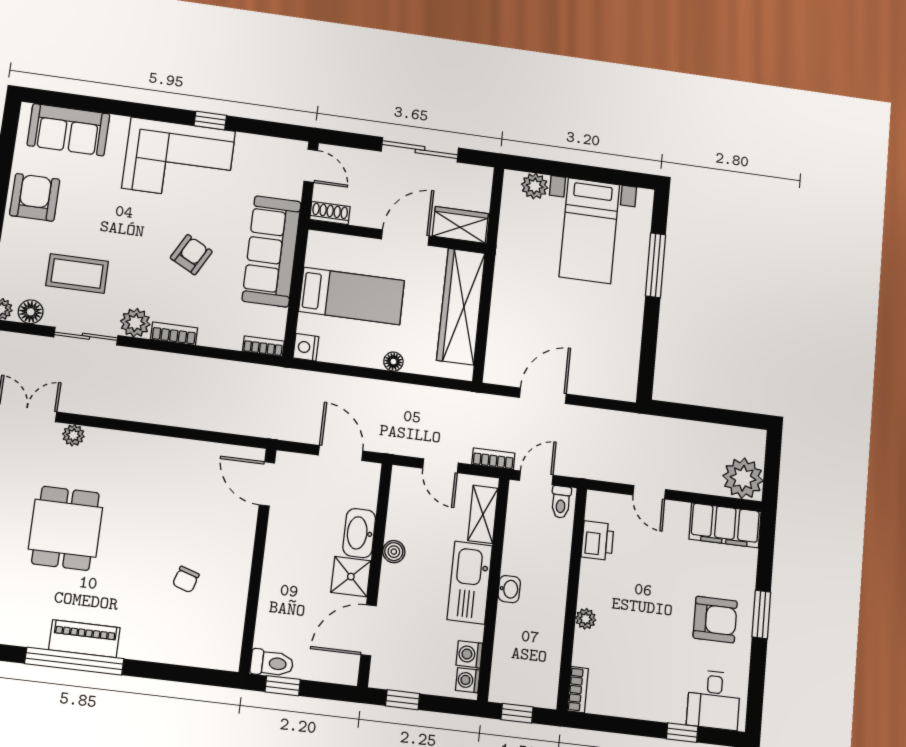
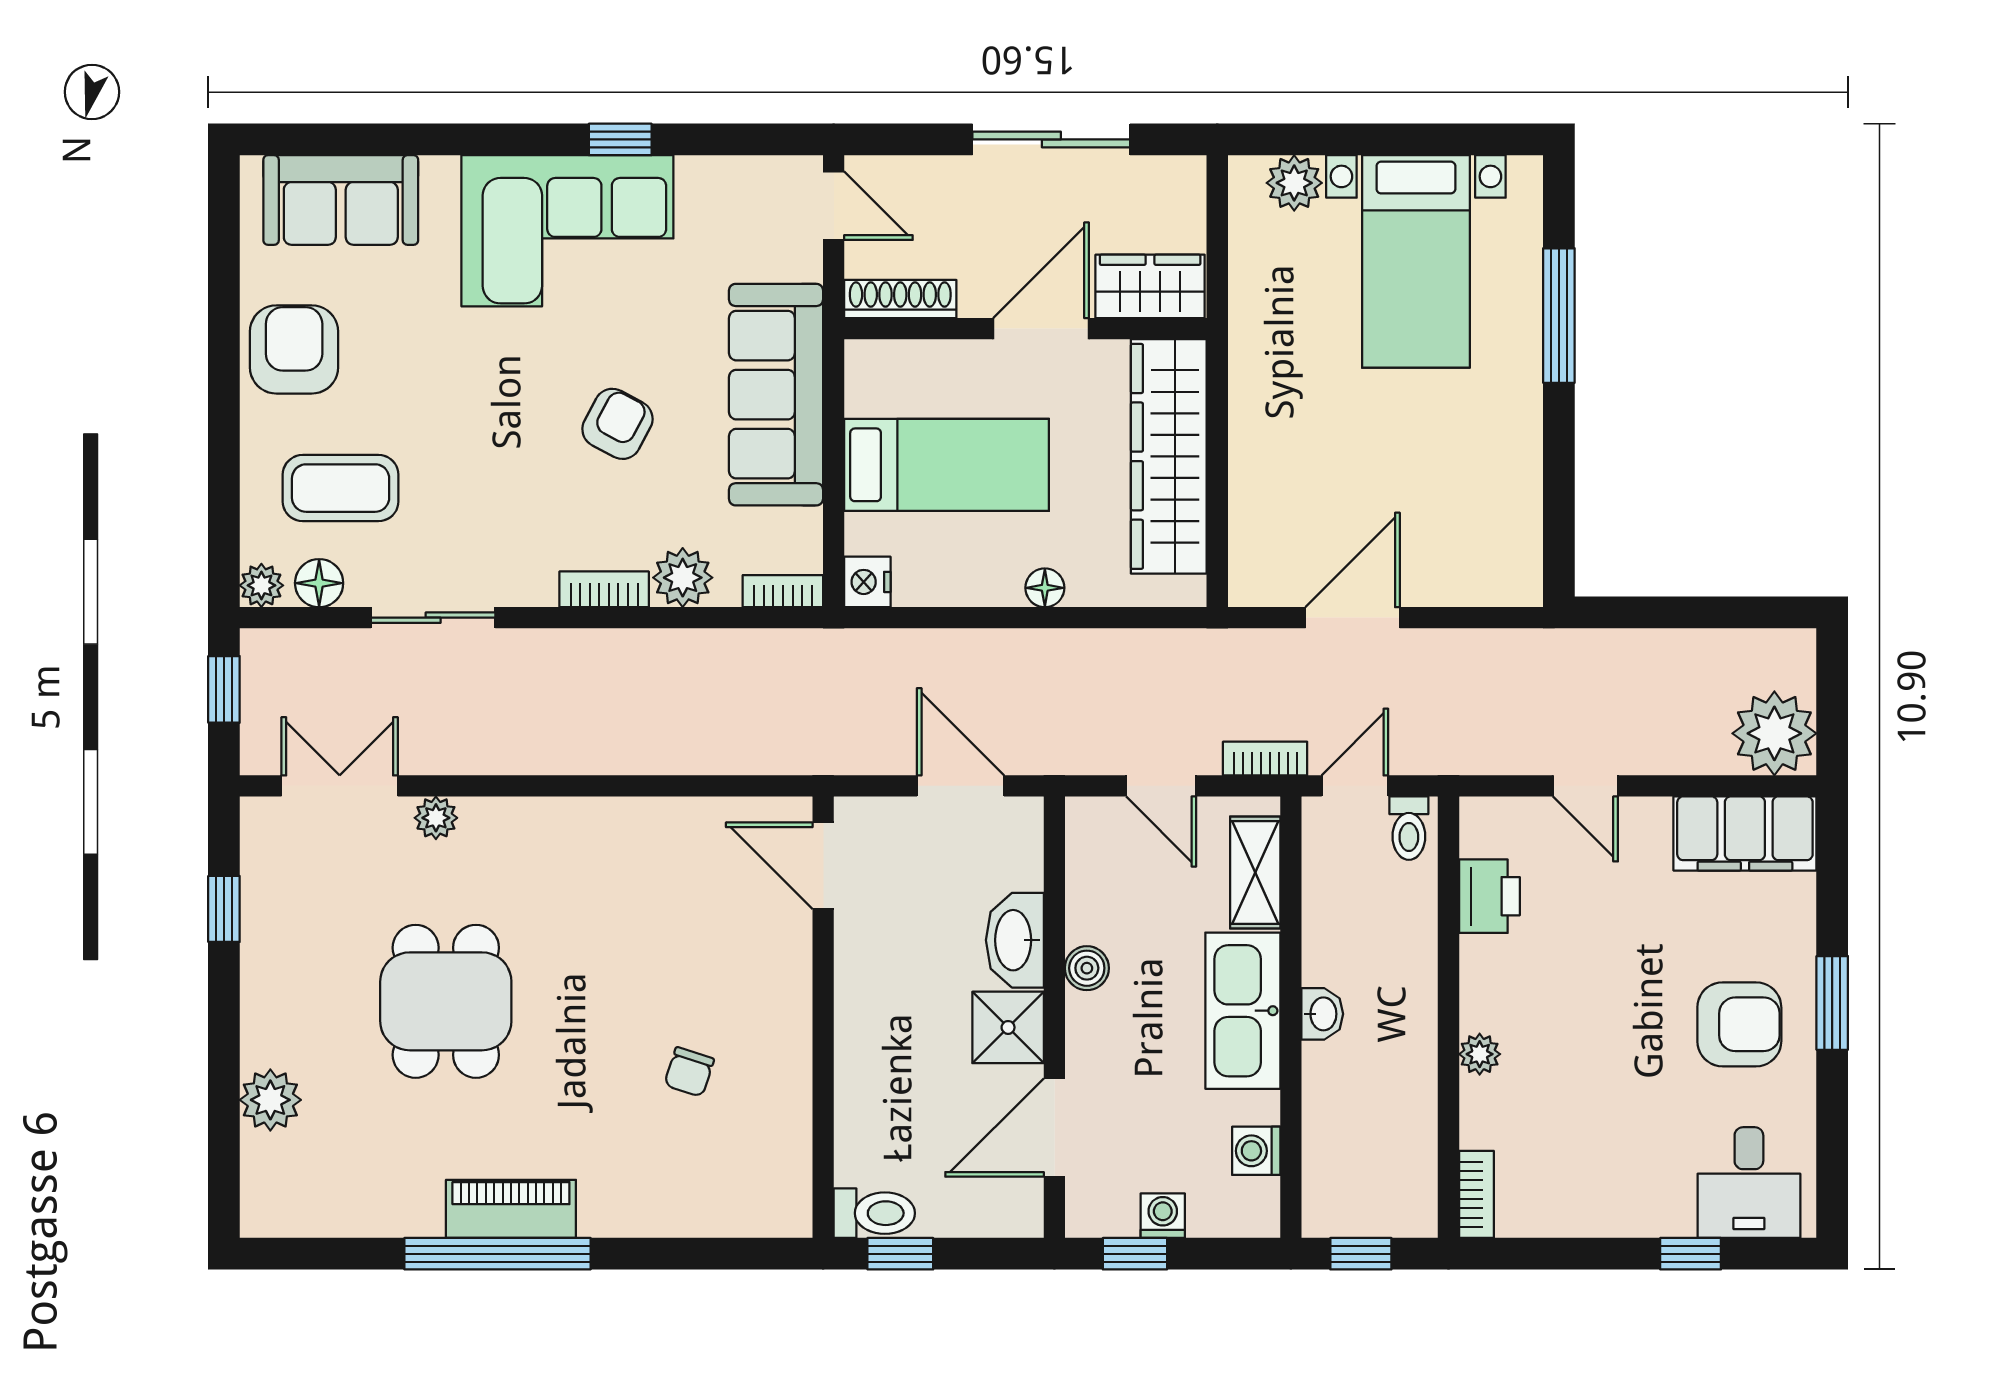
shoe rack: (330, 213) -> (900, 299), width x1.43
coffee table: (77, 273) -> (341, 488), moved
plant: (135, 323) -> (683, 578), moved
washing machine: (468, 680) -> (1163, 1216), moved, turned 90

